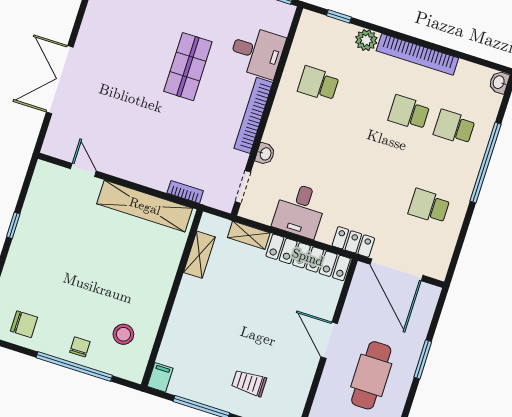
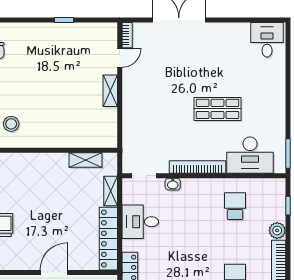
desk: (257, 52) -> (250, 155), width x1.37
bookcase: (185, 192) -> (127, 35), moved
shelving: (145, 206) -> (110, 91), width x0.45, depth x0.75

